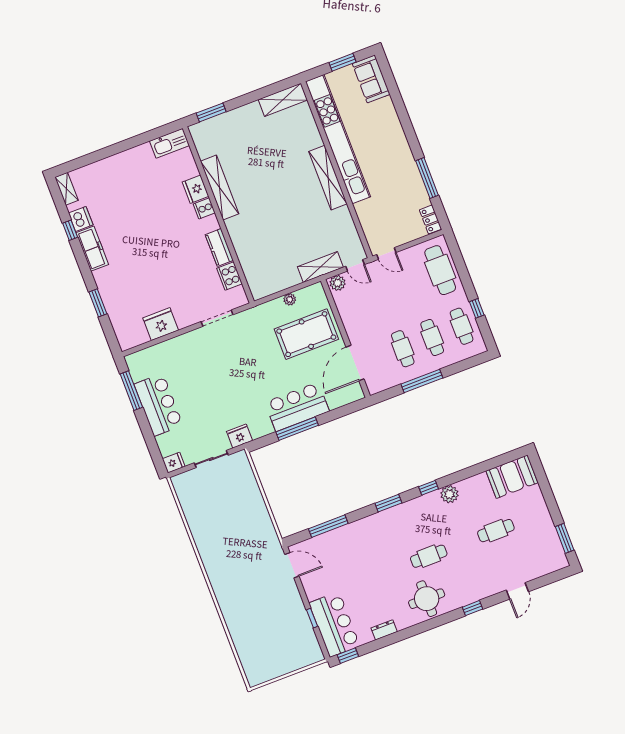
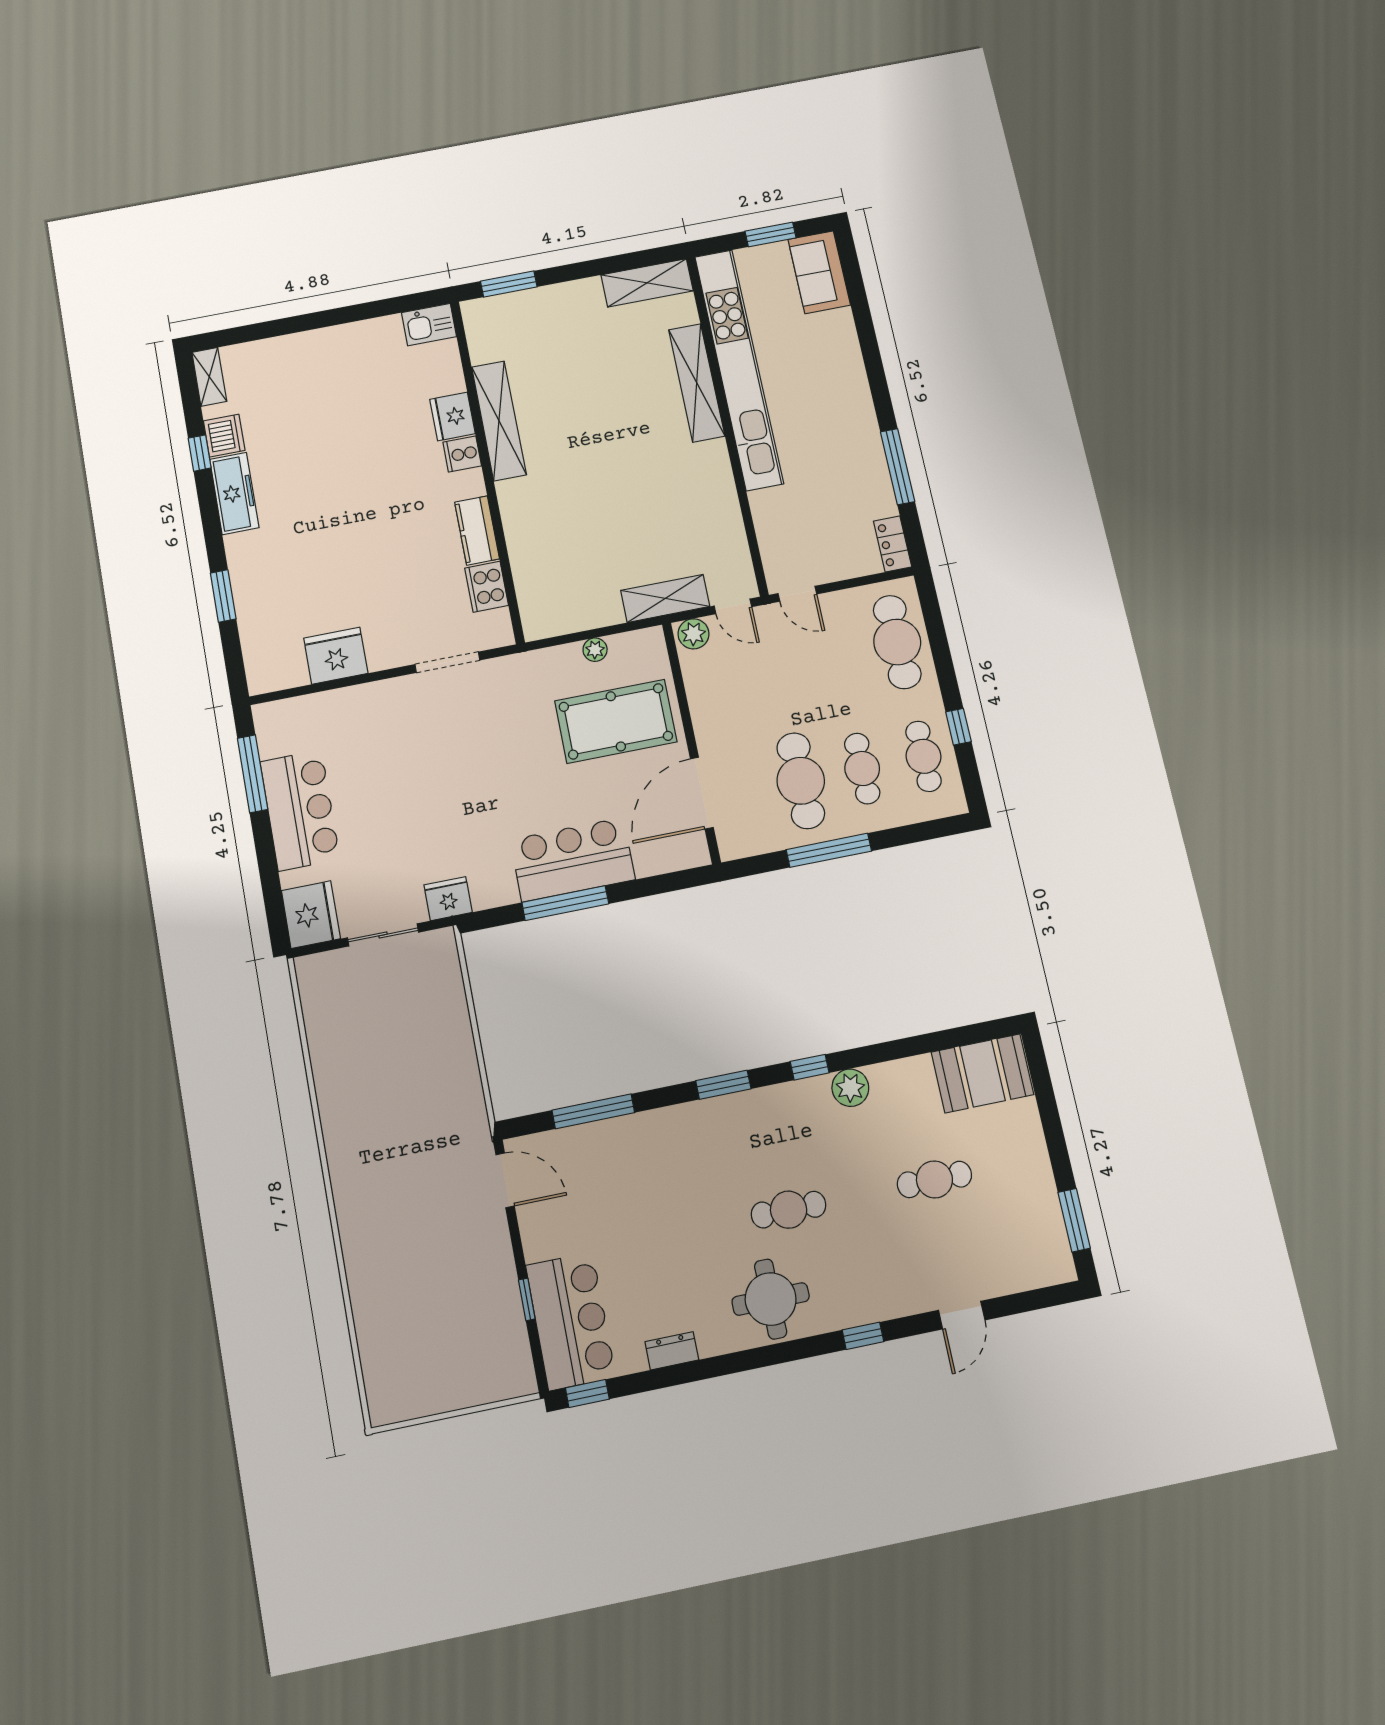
kitchen sink: (169, 143) -> (429, 325), width x0.73
shelving: (328, 178) -> (697, 383), moved
cafe table: (403, 349) -> (801, 781), width x1.37, depth x1.35
fridge: (174, 463) -> (311, 915), width x1.88, depth x1.34

